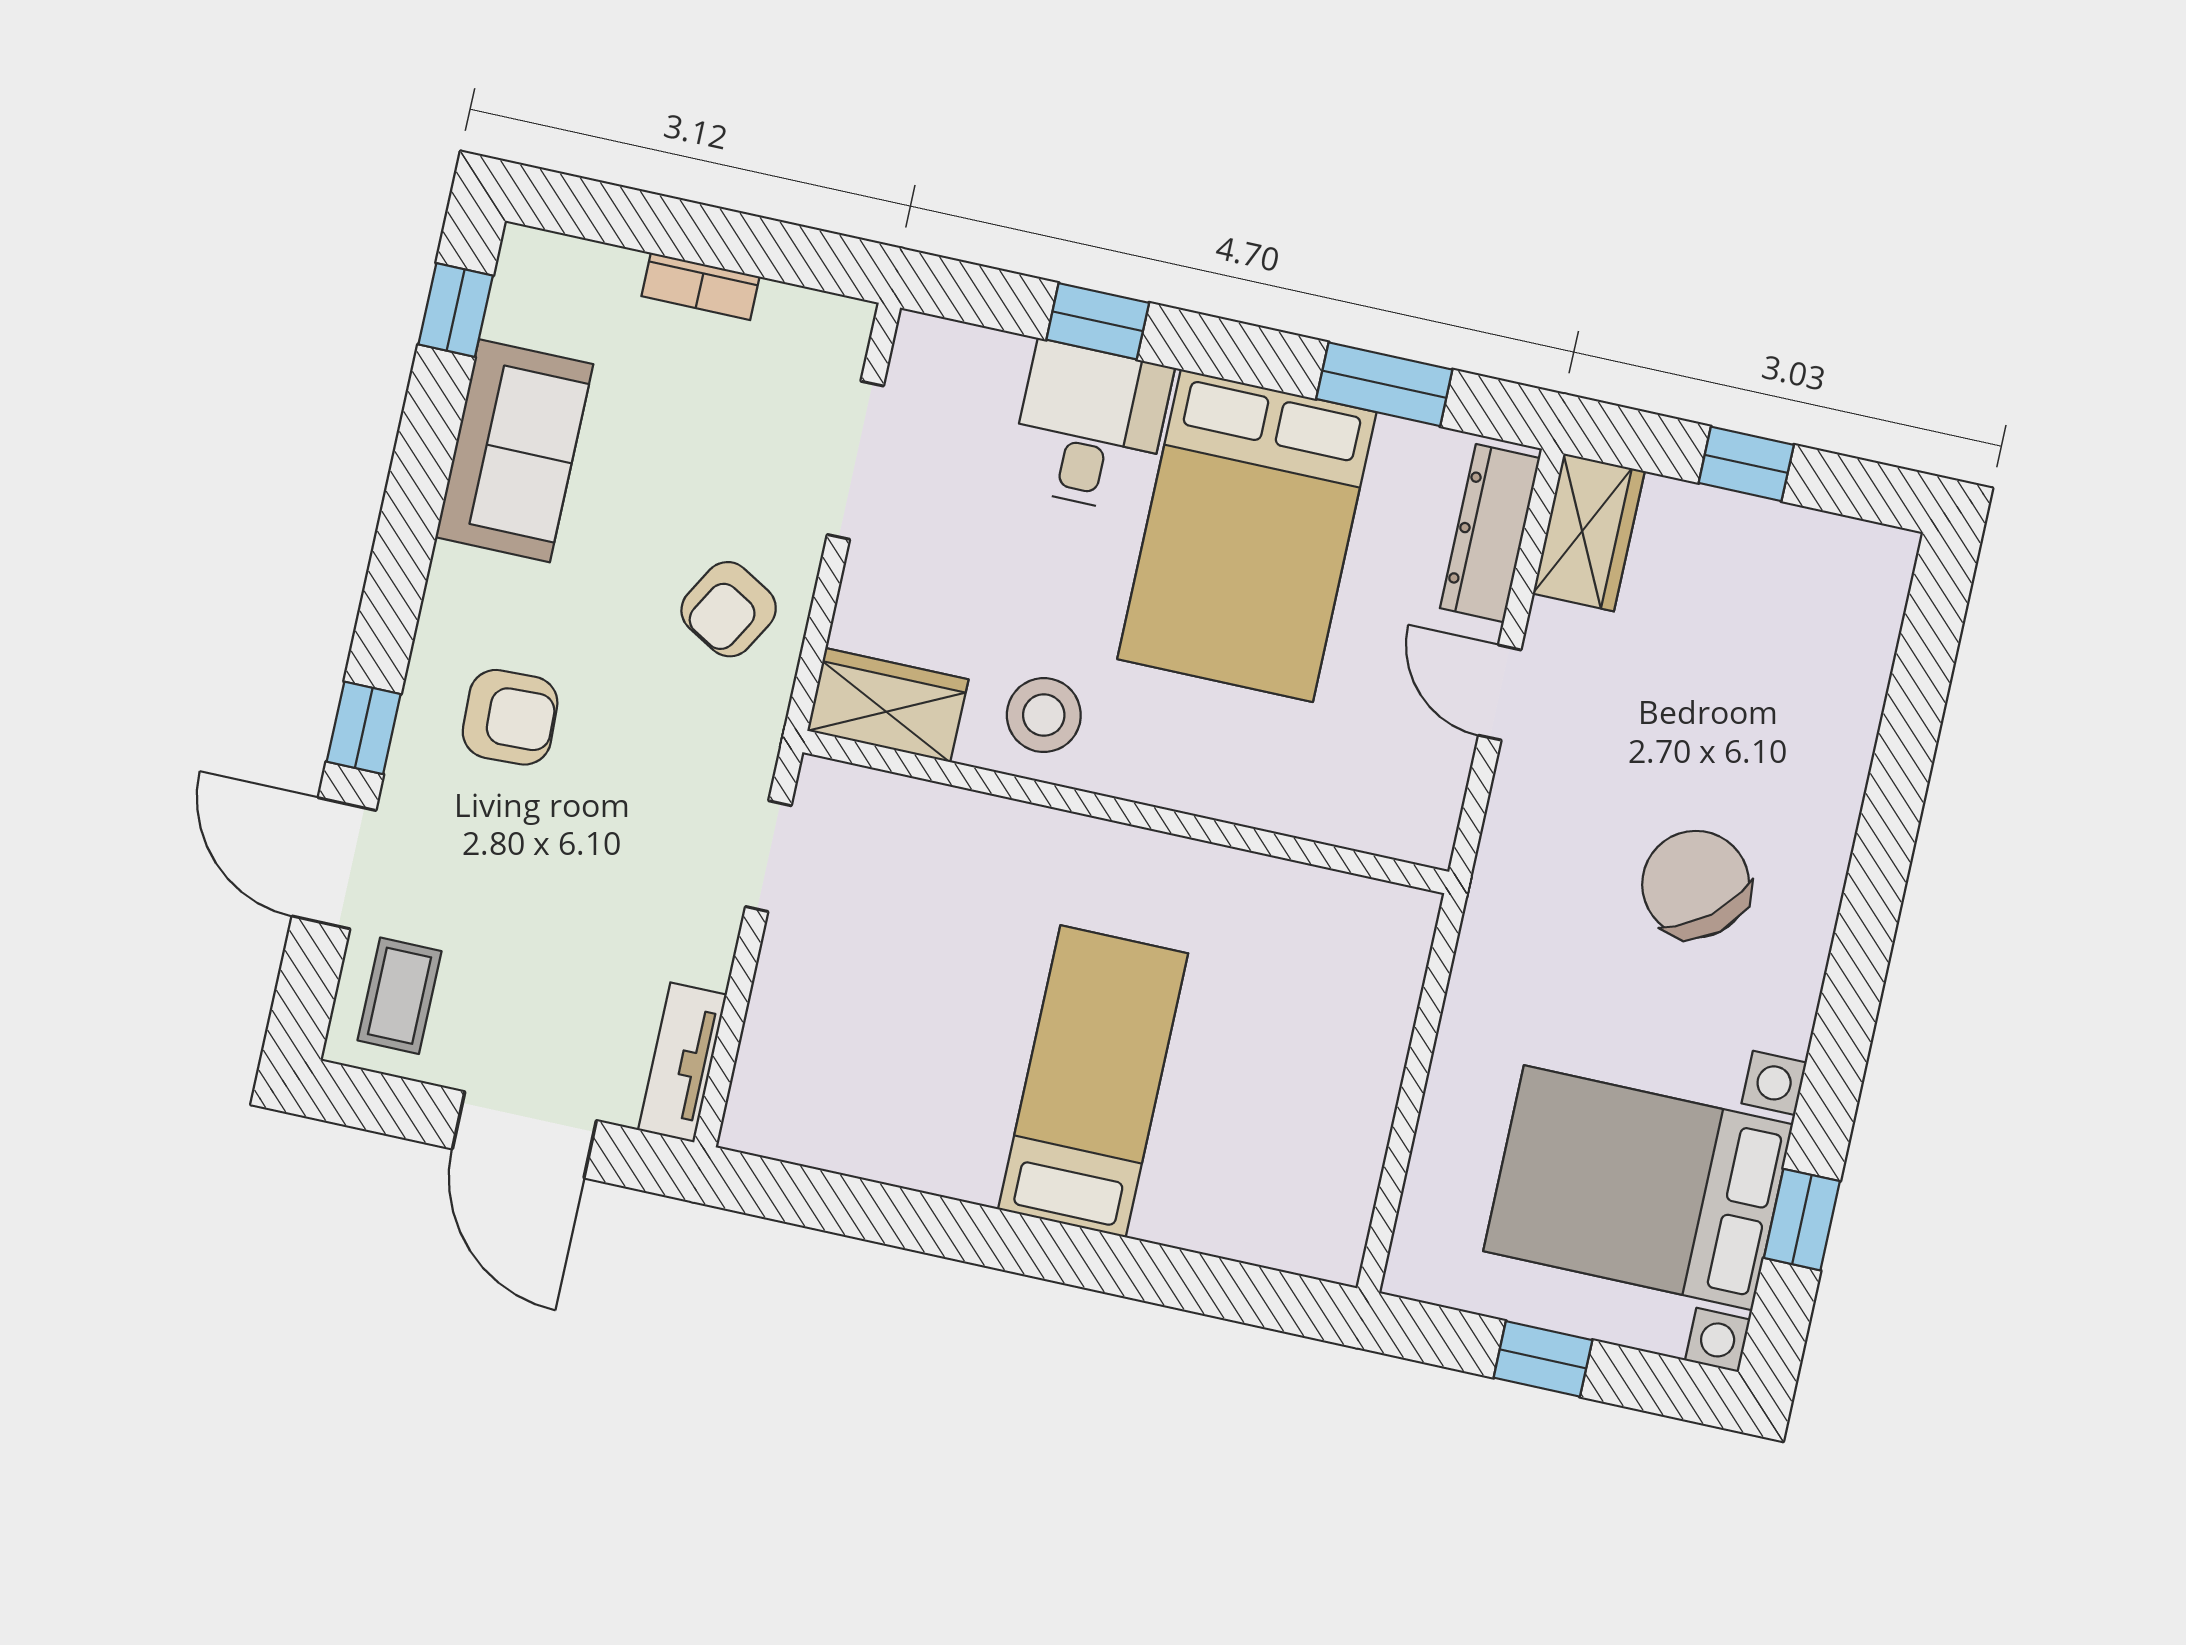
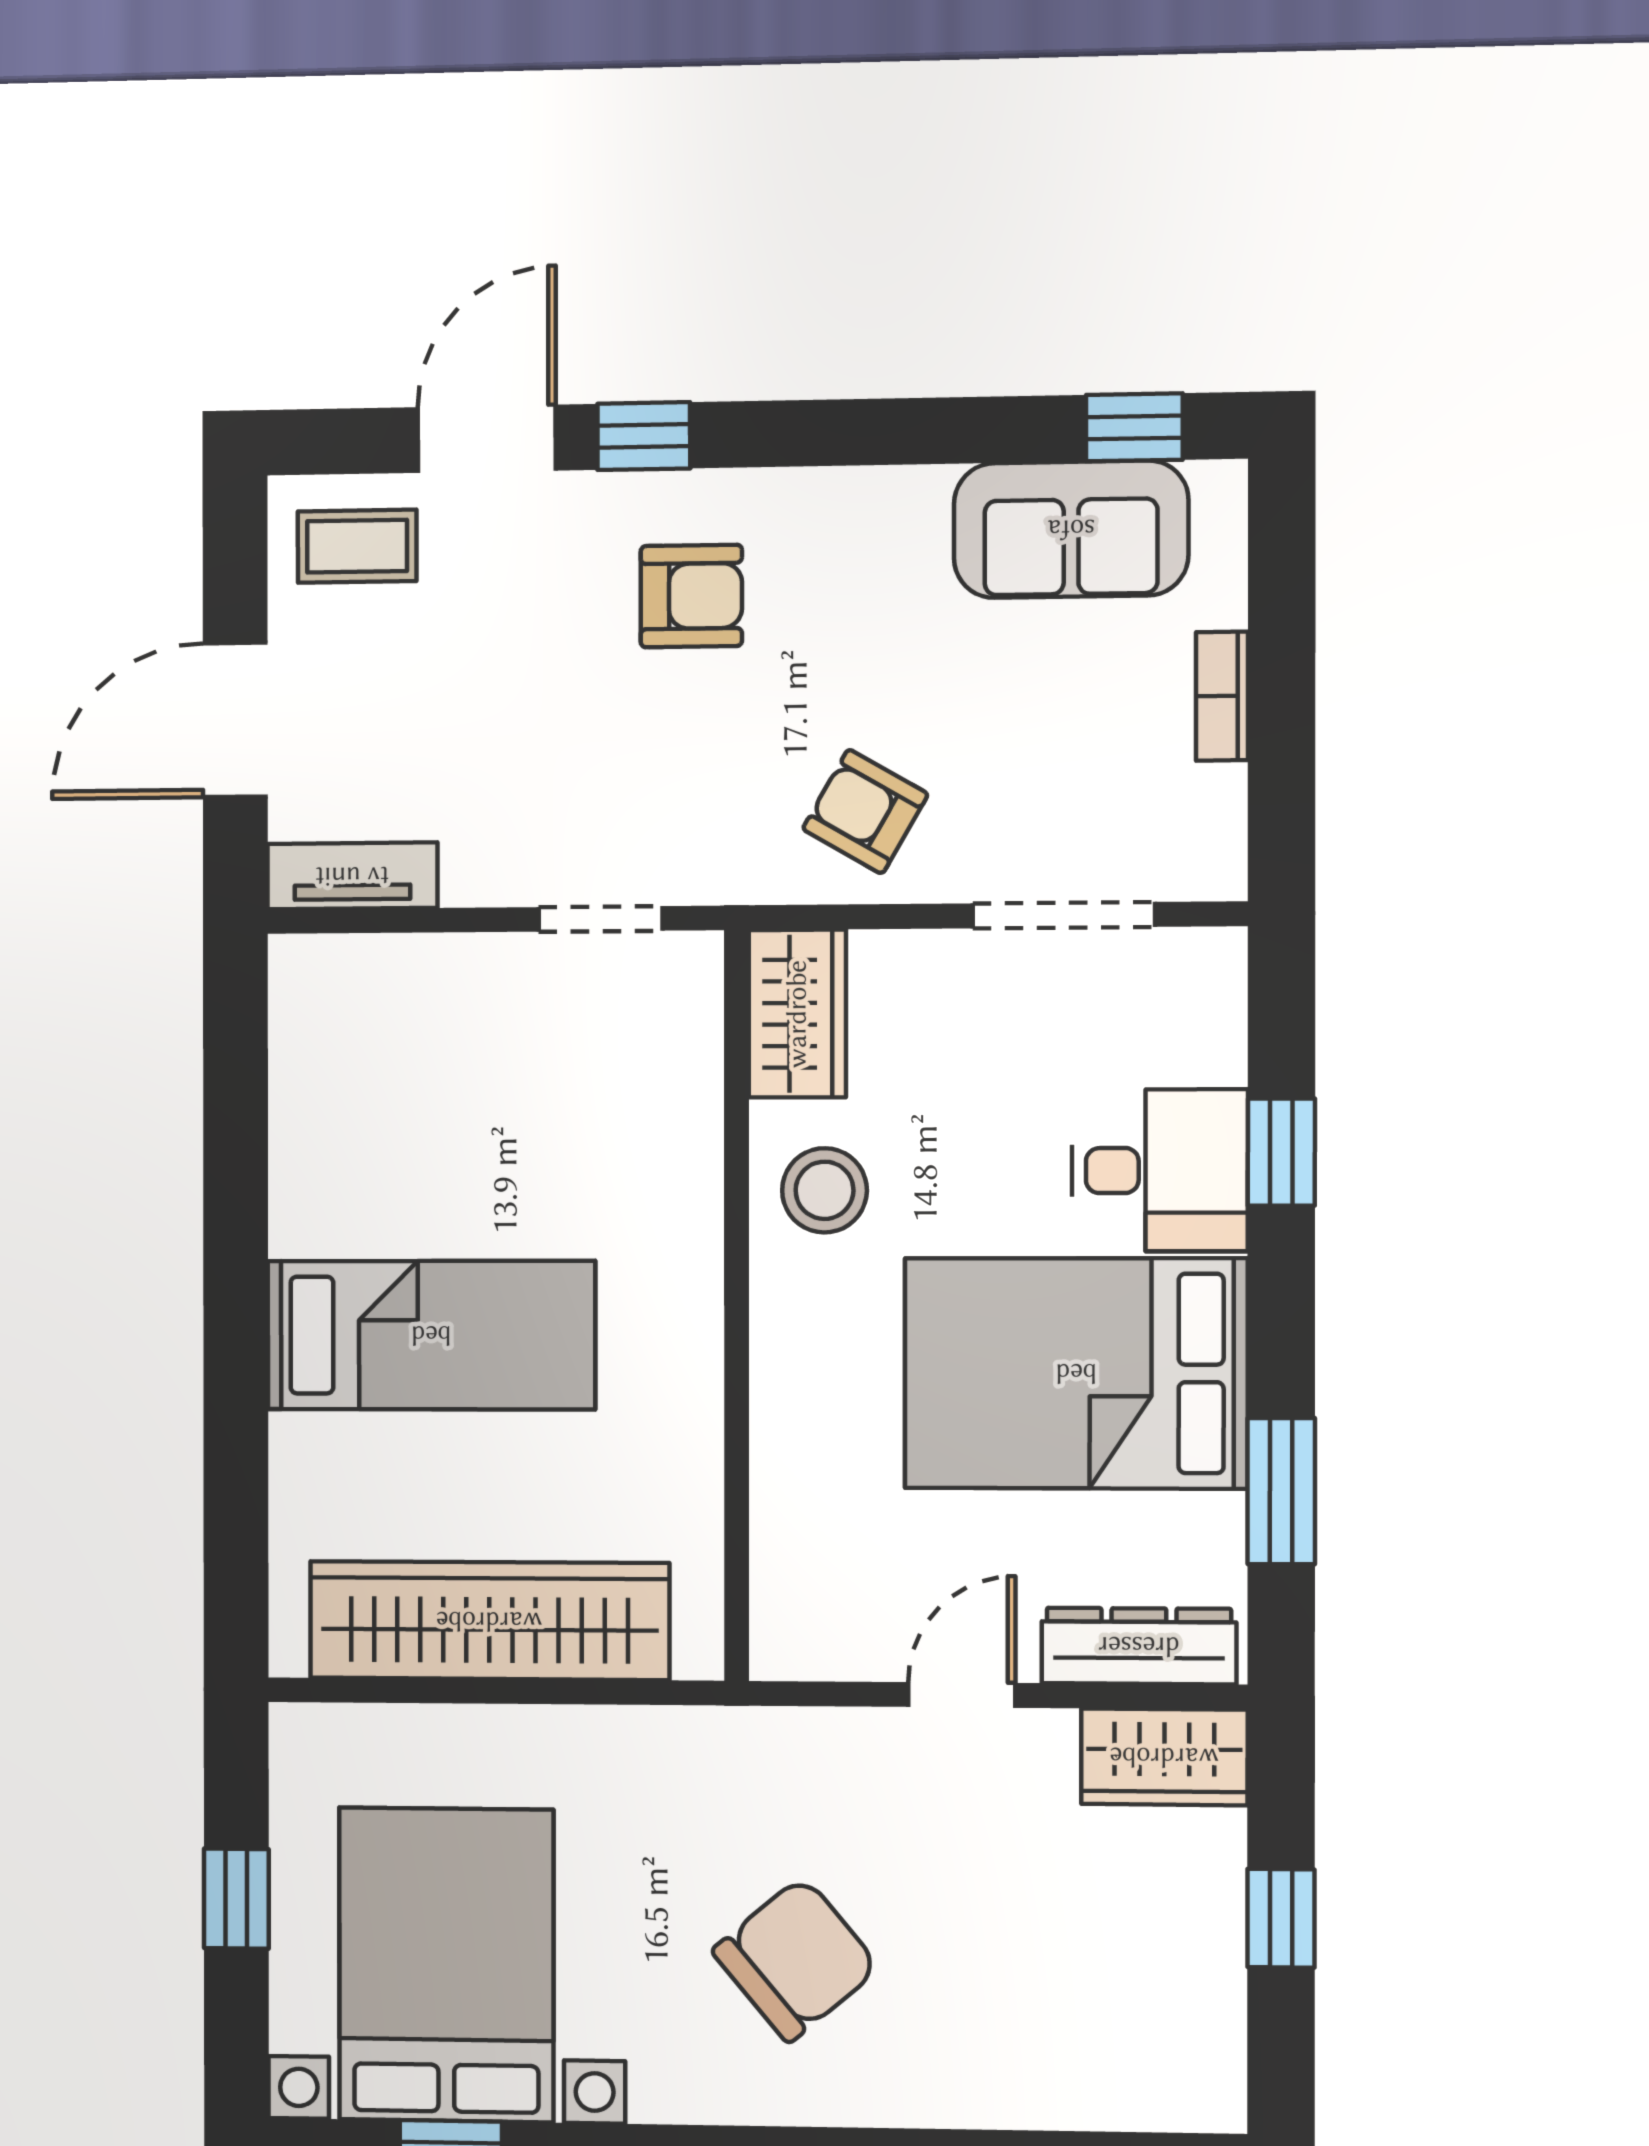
sofa: (514, 451) -> (1071, 529), moved
armchair: (510, 717) -> (691, 596), turned -88
wardrobe: (1350, 1085) -> (489, 1621), added

